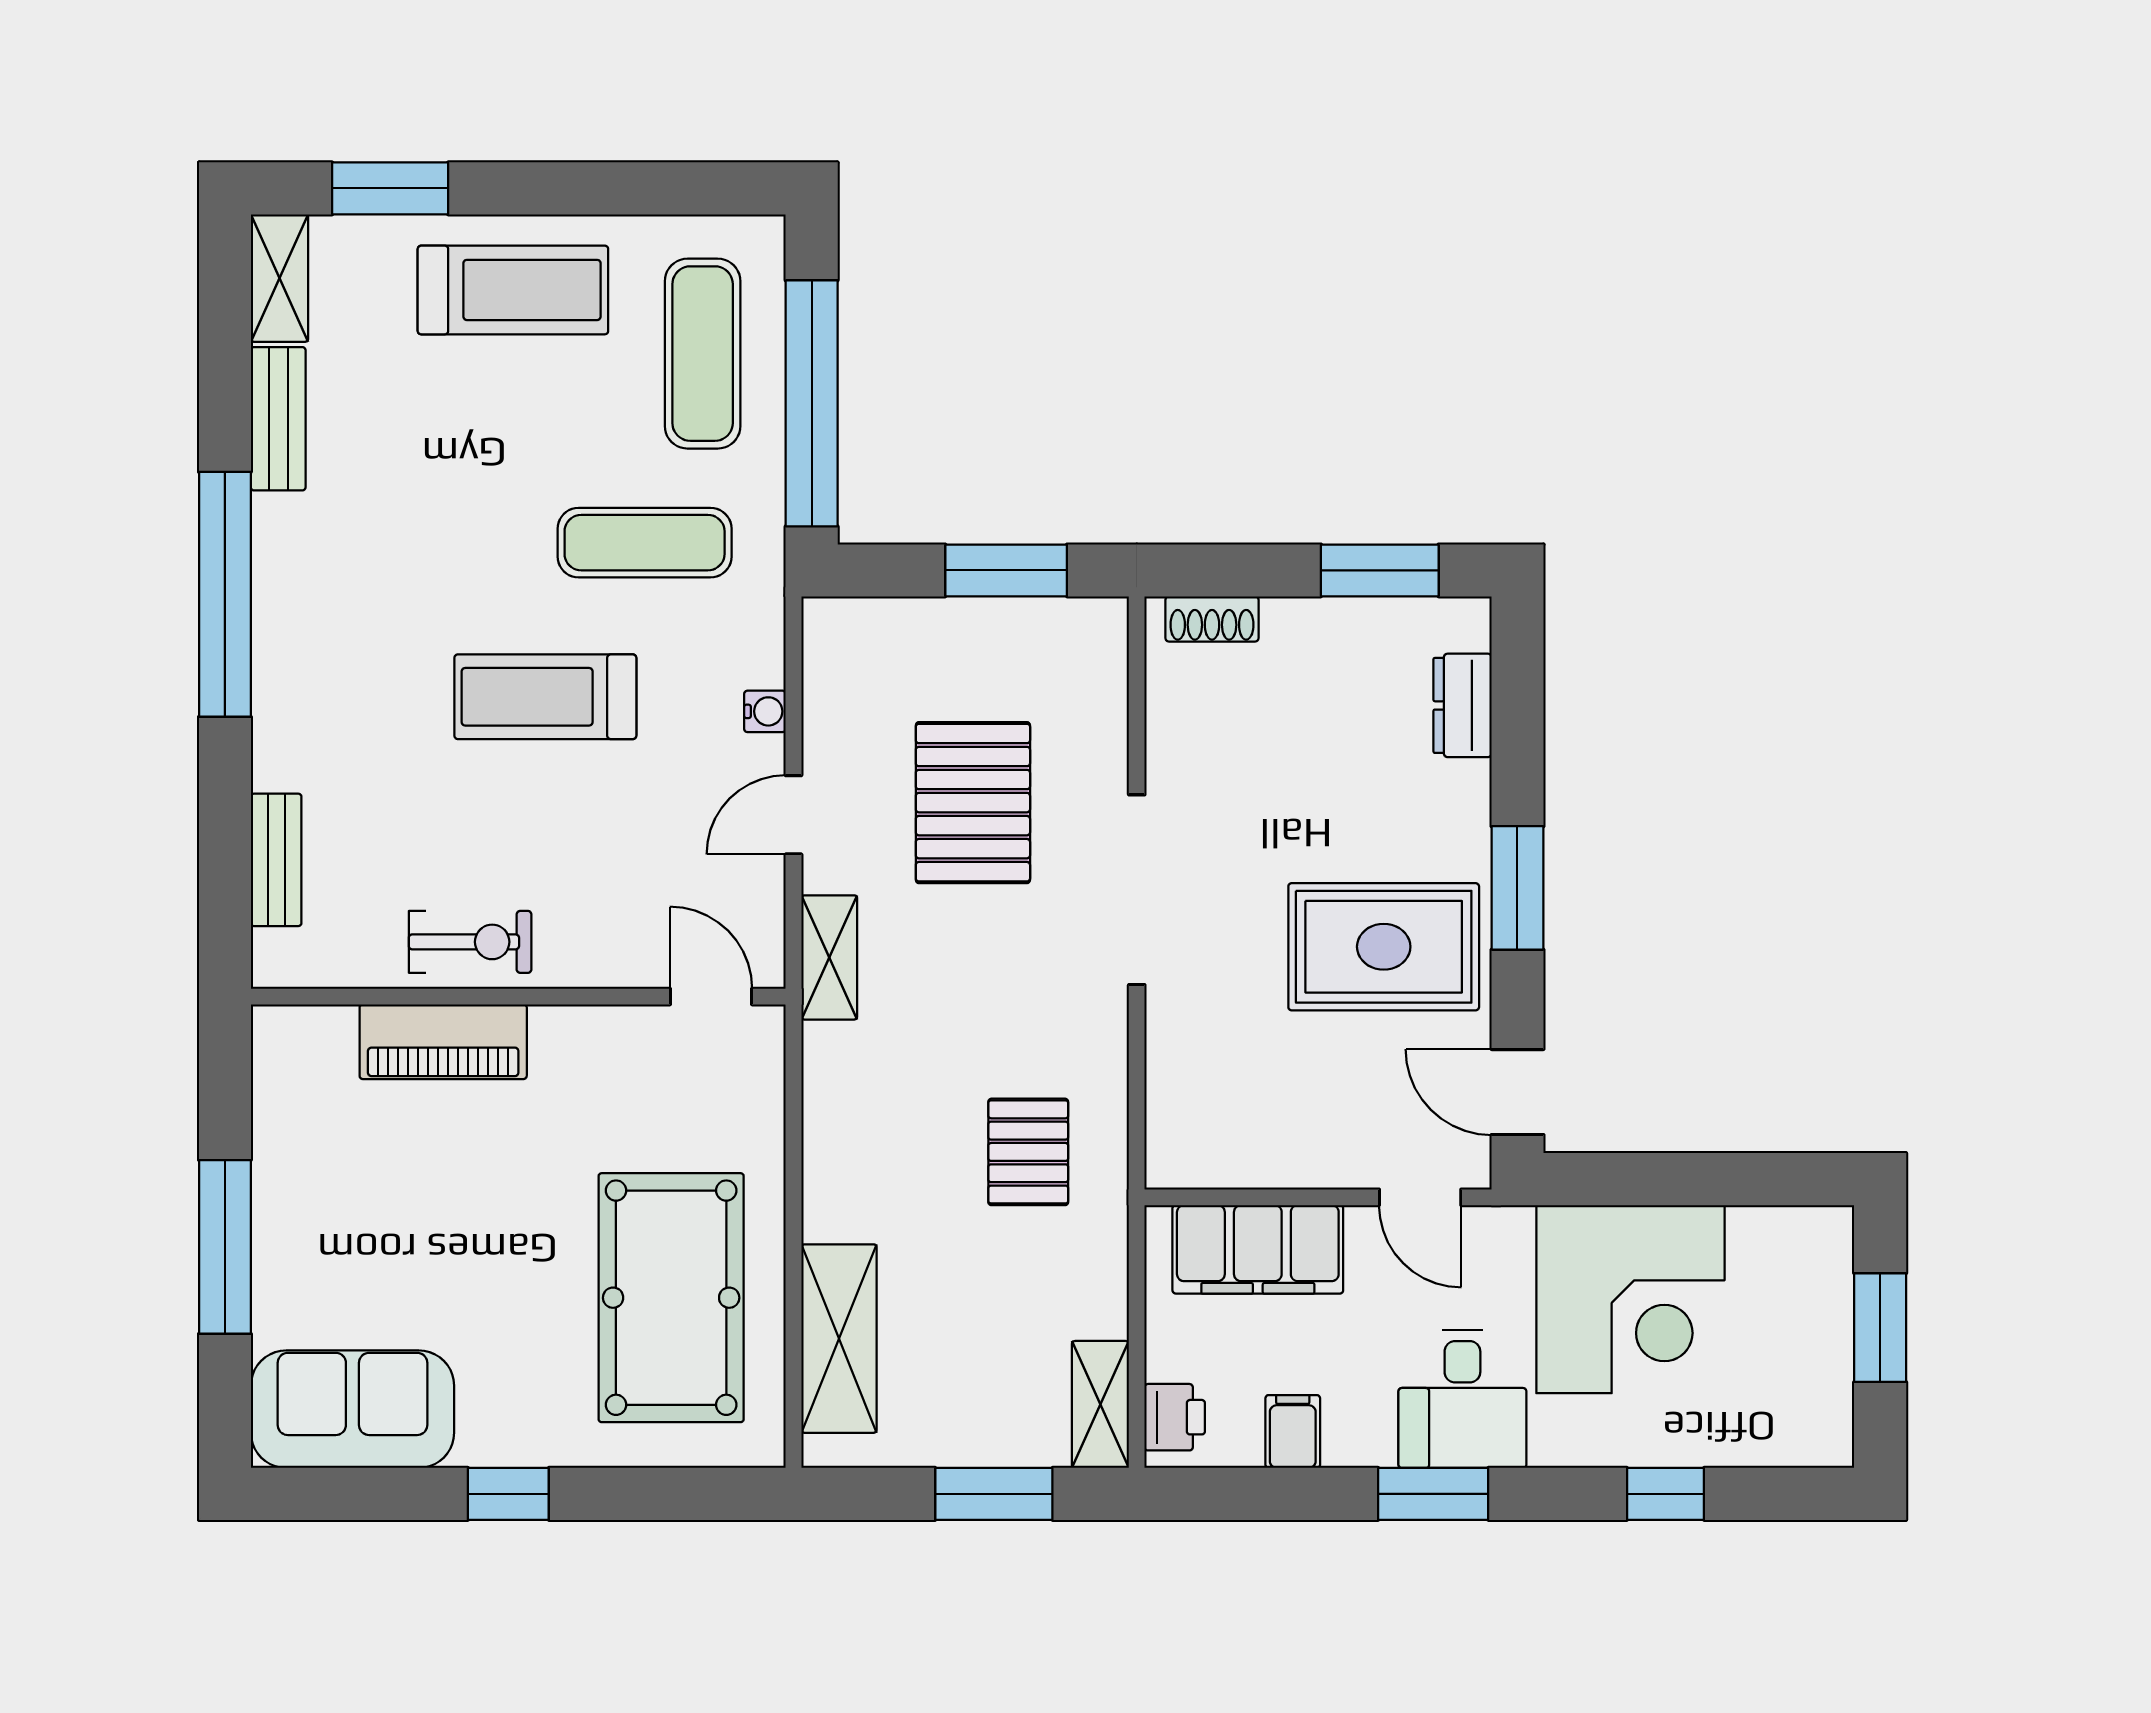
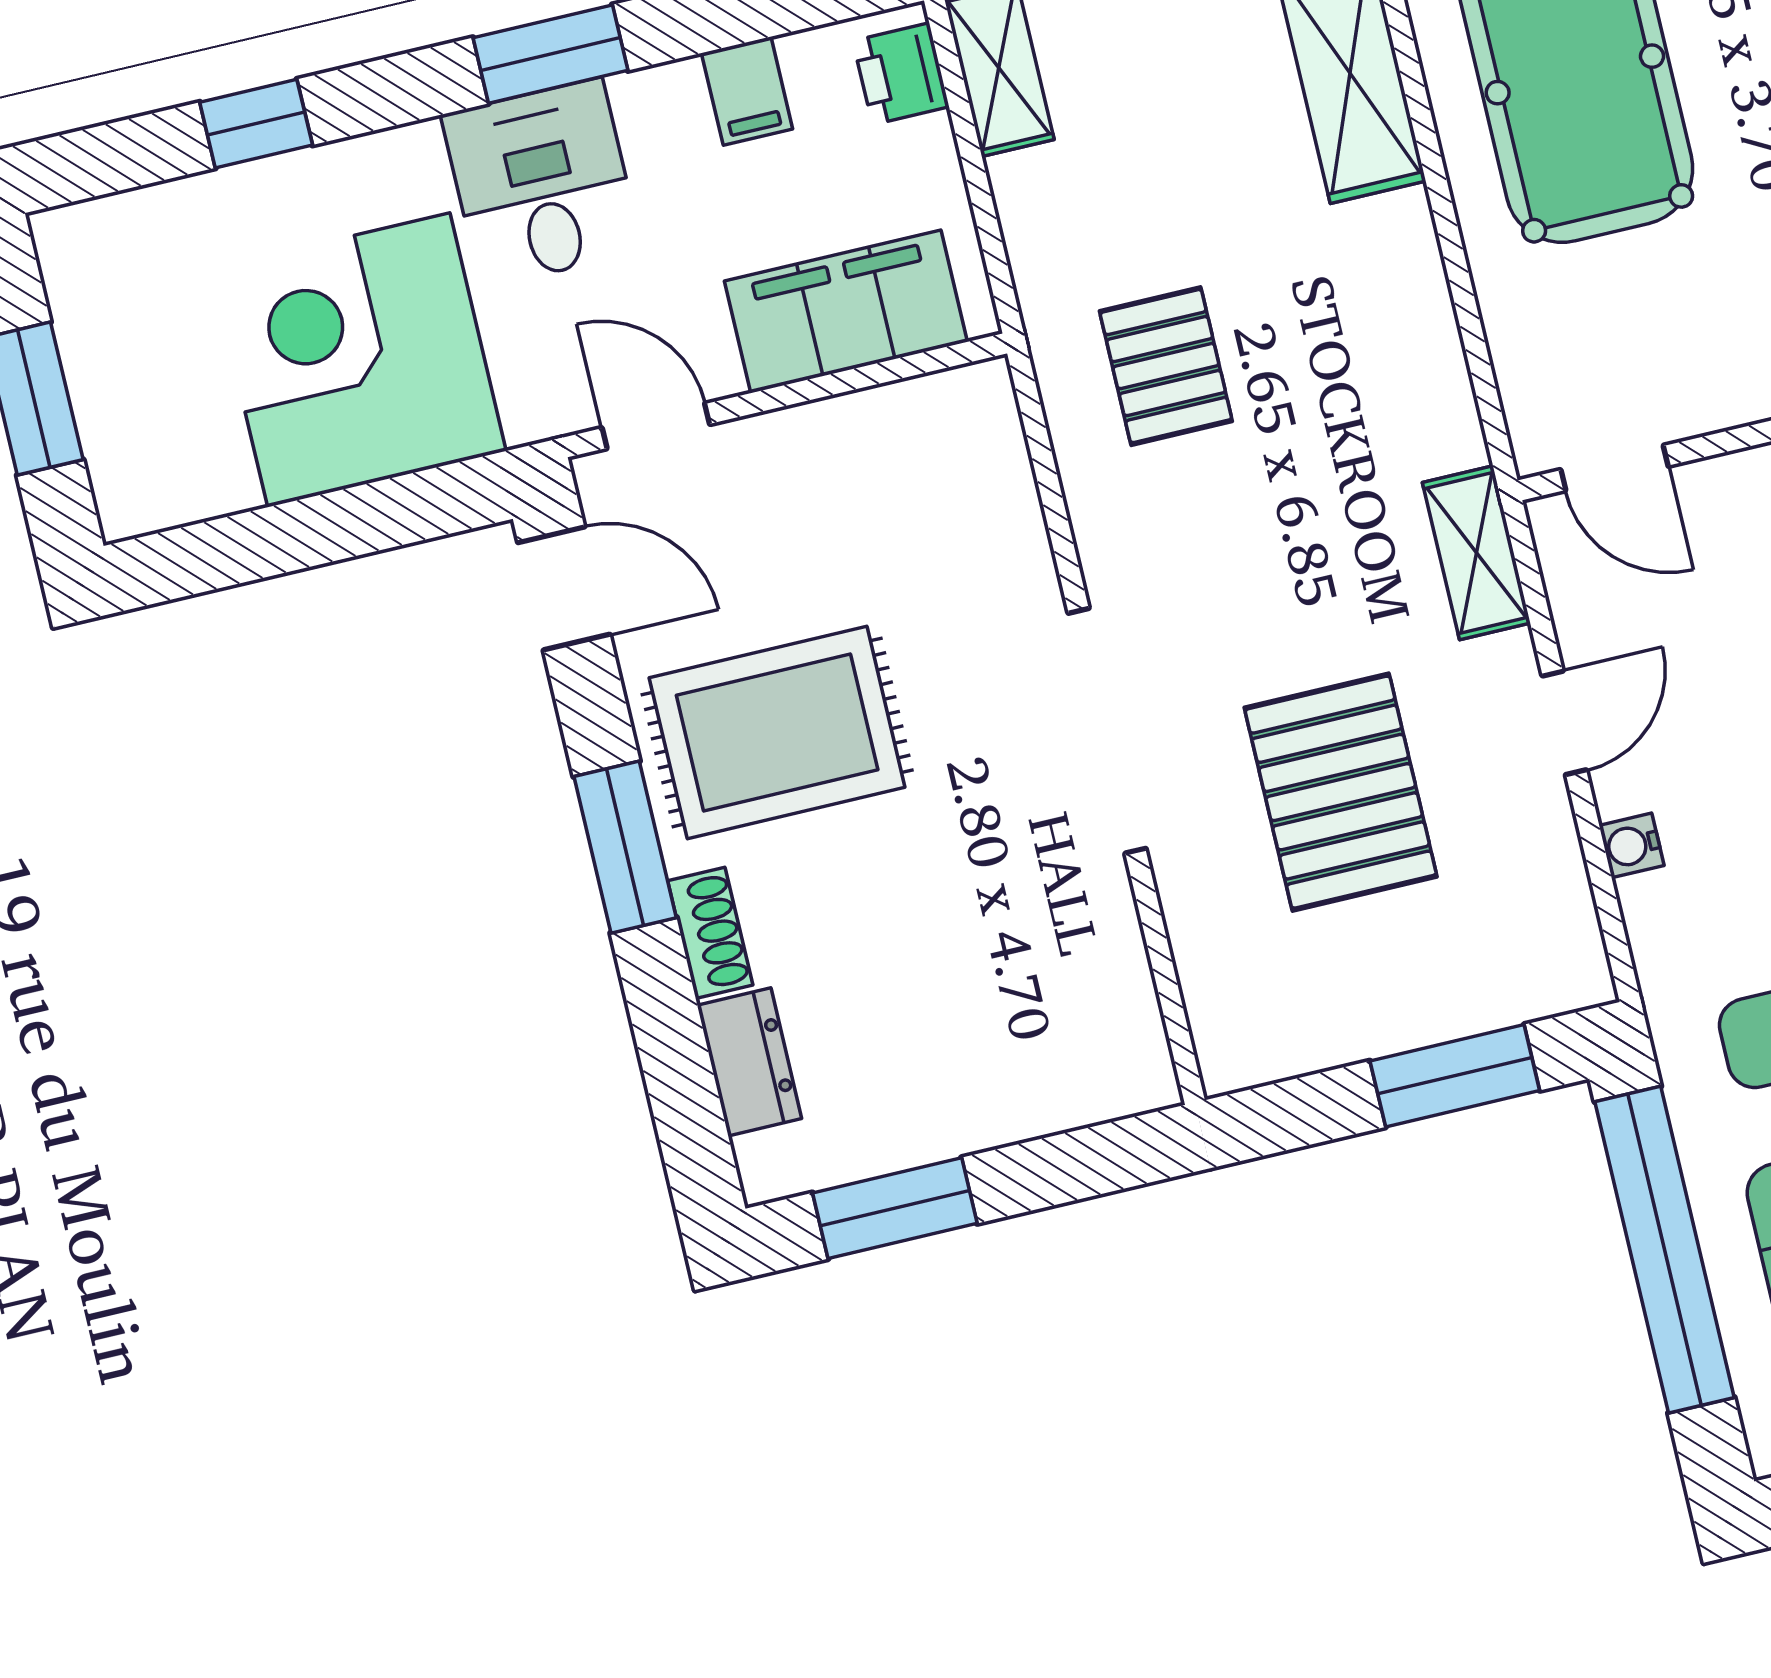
window: (1006, 570) -> (1455, 1076), moved
shoe rack: (1212, 619) -> (710, 933), moved, turned 90

